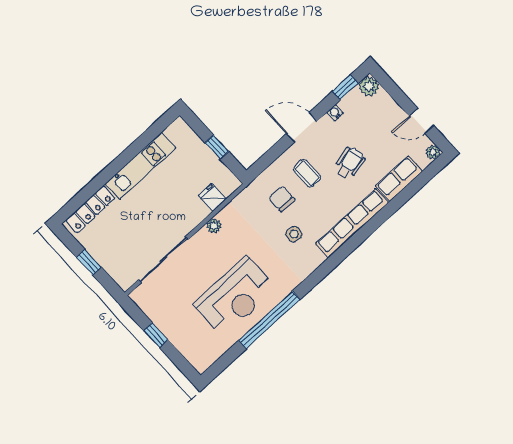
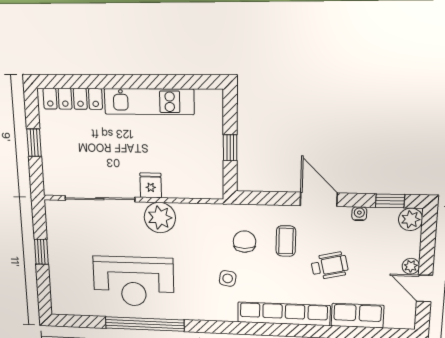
plant: (433, 152) -> (411, 266), moved
fridge: (212, 197) -> (151, 185), moved
plant: (214, 226) -> (160, 218), width x1.88, depth x1.88

